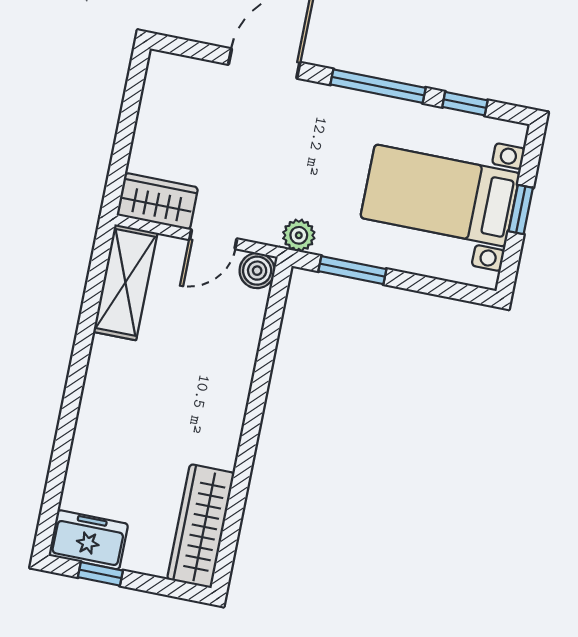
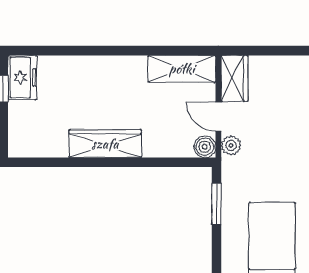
plant: (299, 235) -> (231, 145), moved
wardrobe: (201, 526) -> (105, 144), moved

